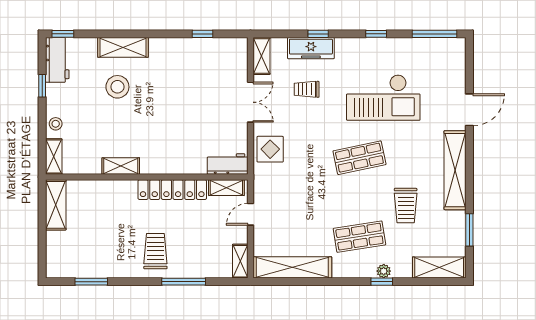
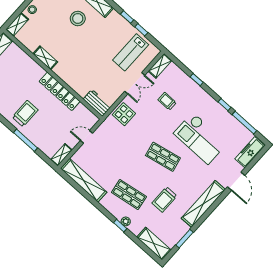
window: (173, 34) -> (127, 17), added
window: (435, 34) -> (244, 123), moved
freezer: (311, 48) -> (250, 152), moved, turned 90
lab bench: (214, 71) -> (131, 52), added
door: (469, 110) -> (236, 181), hinge flipped
shelving: (226, 188) -> (86, 114), removed

